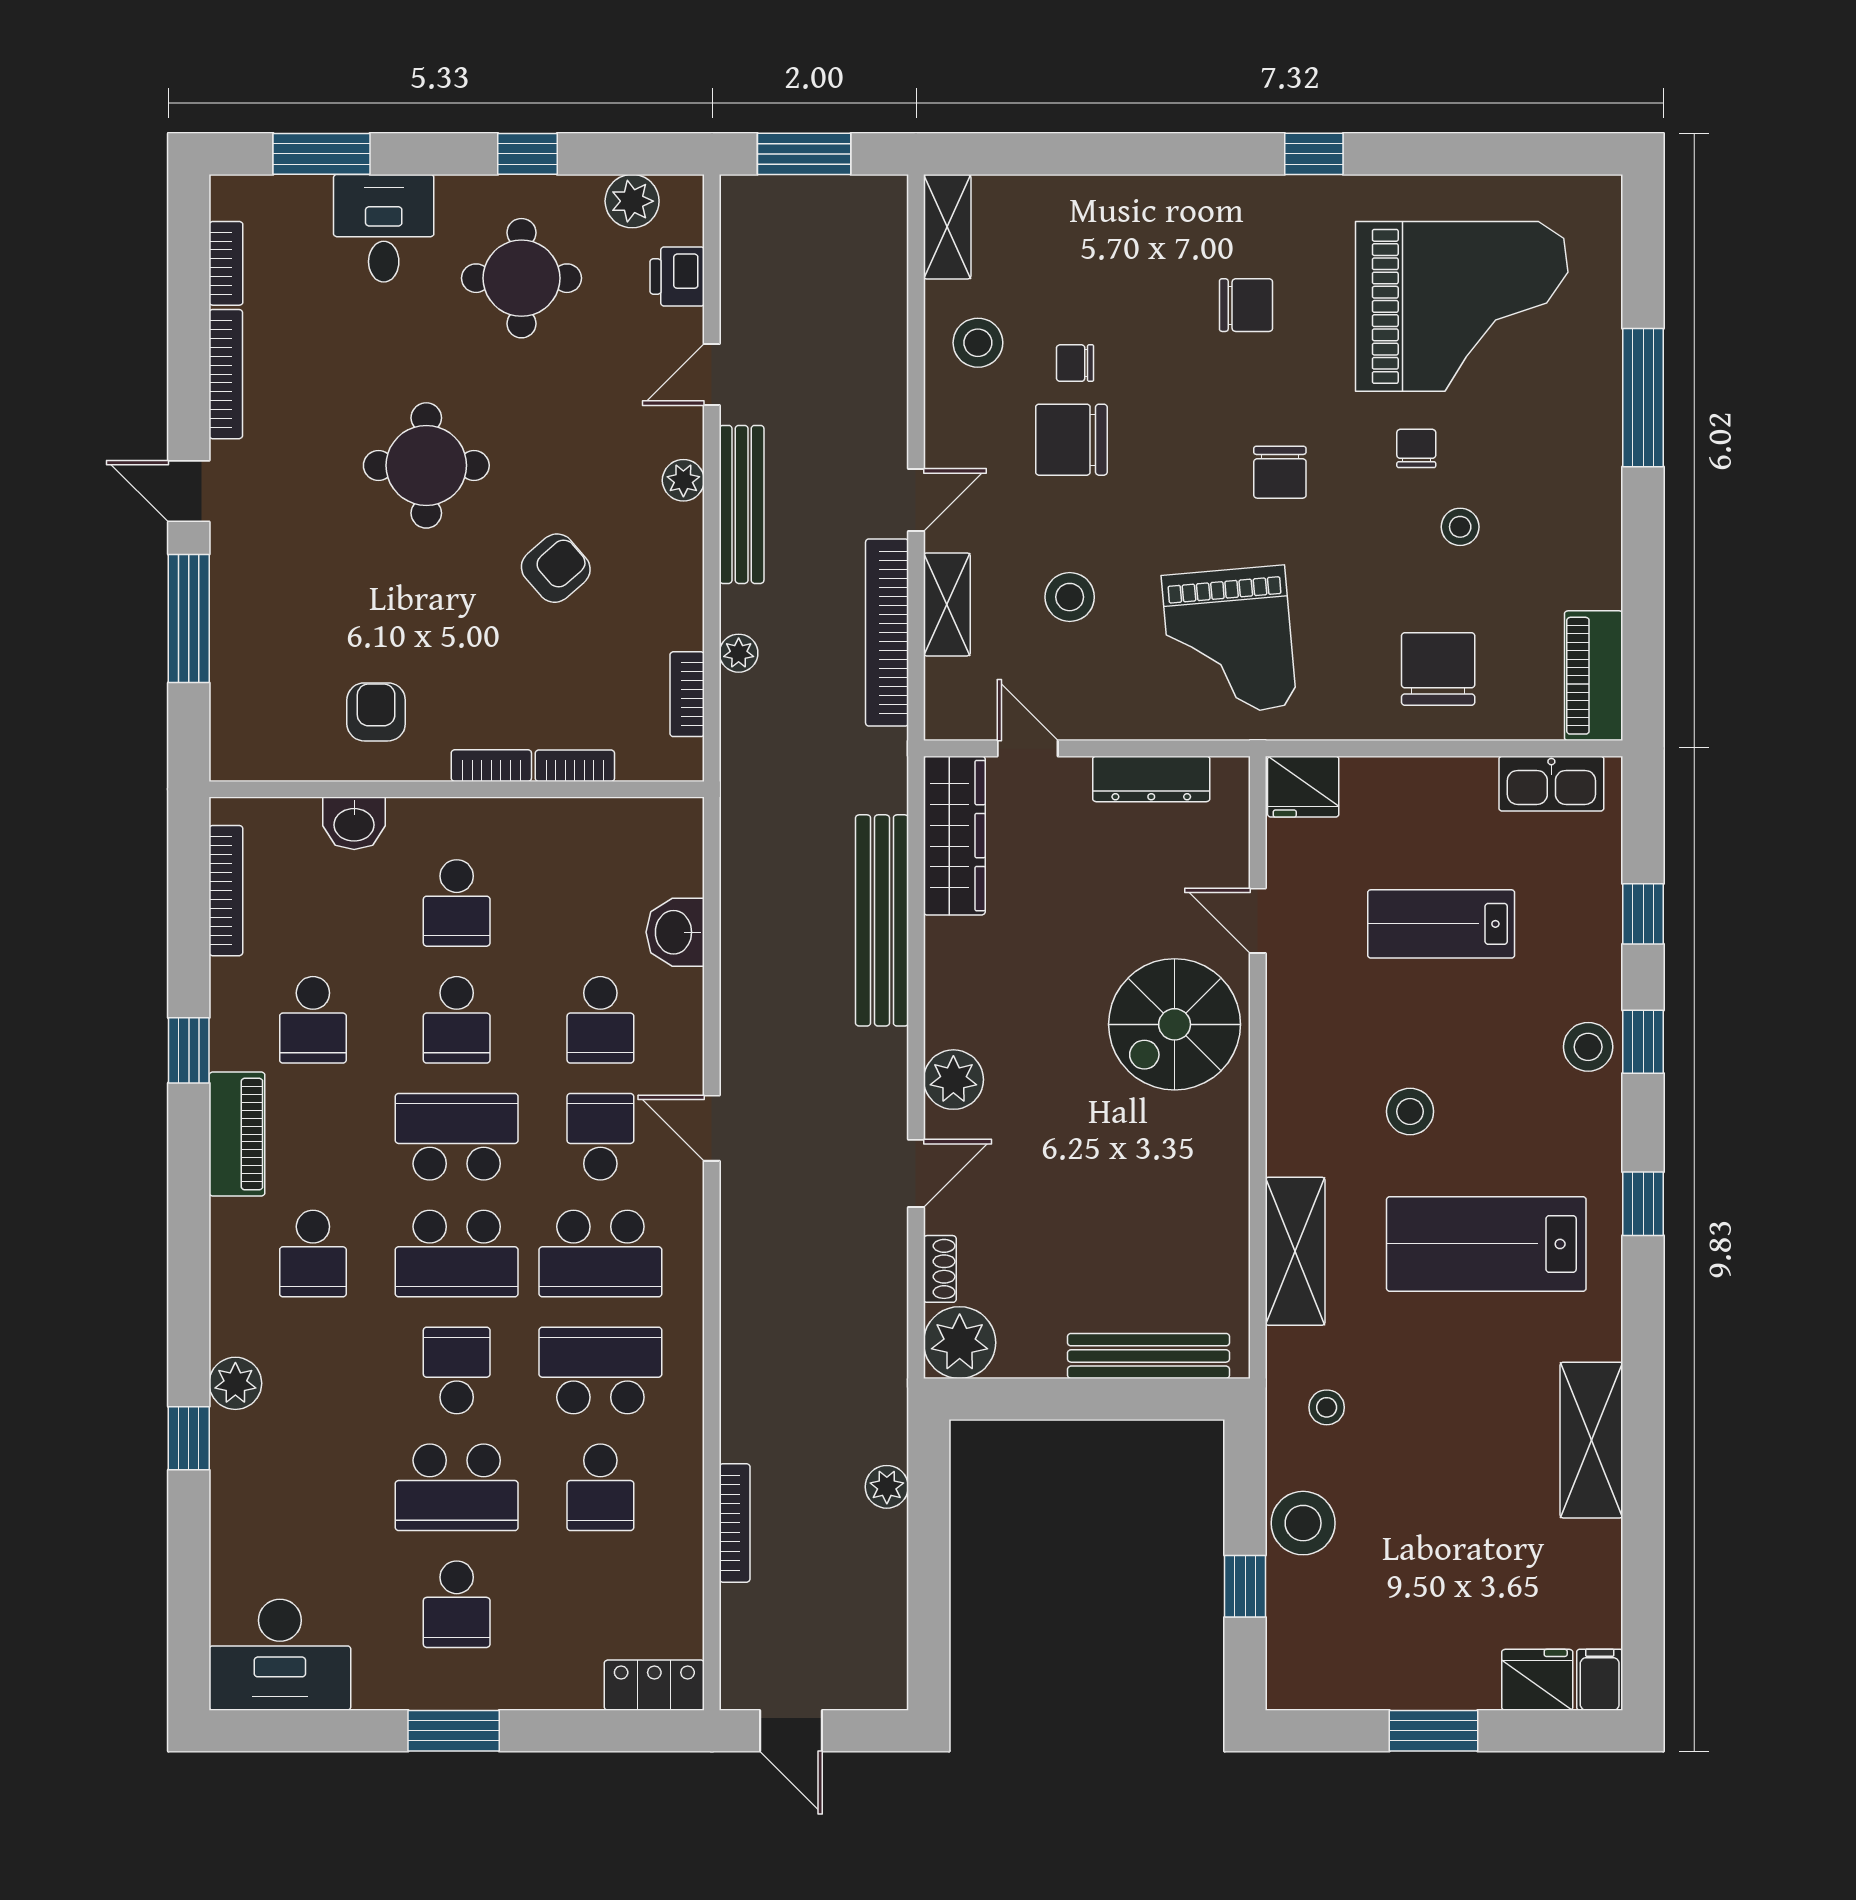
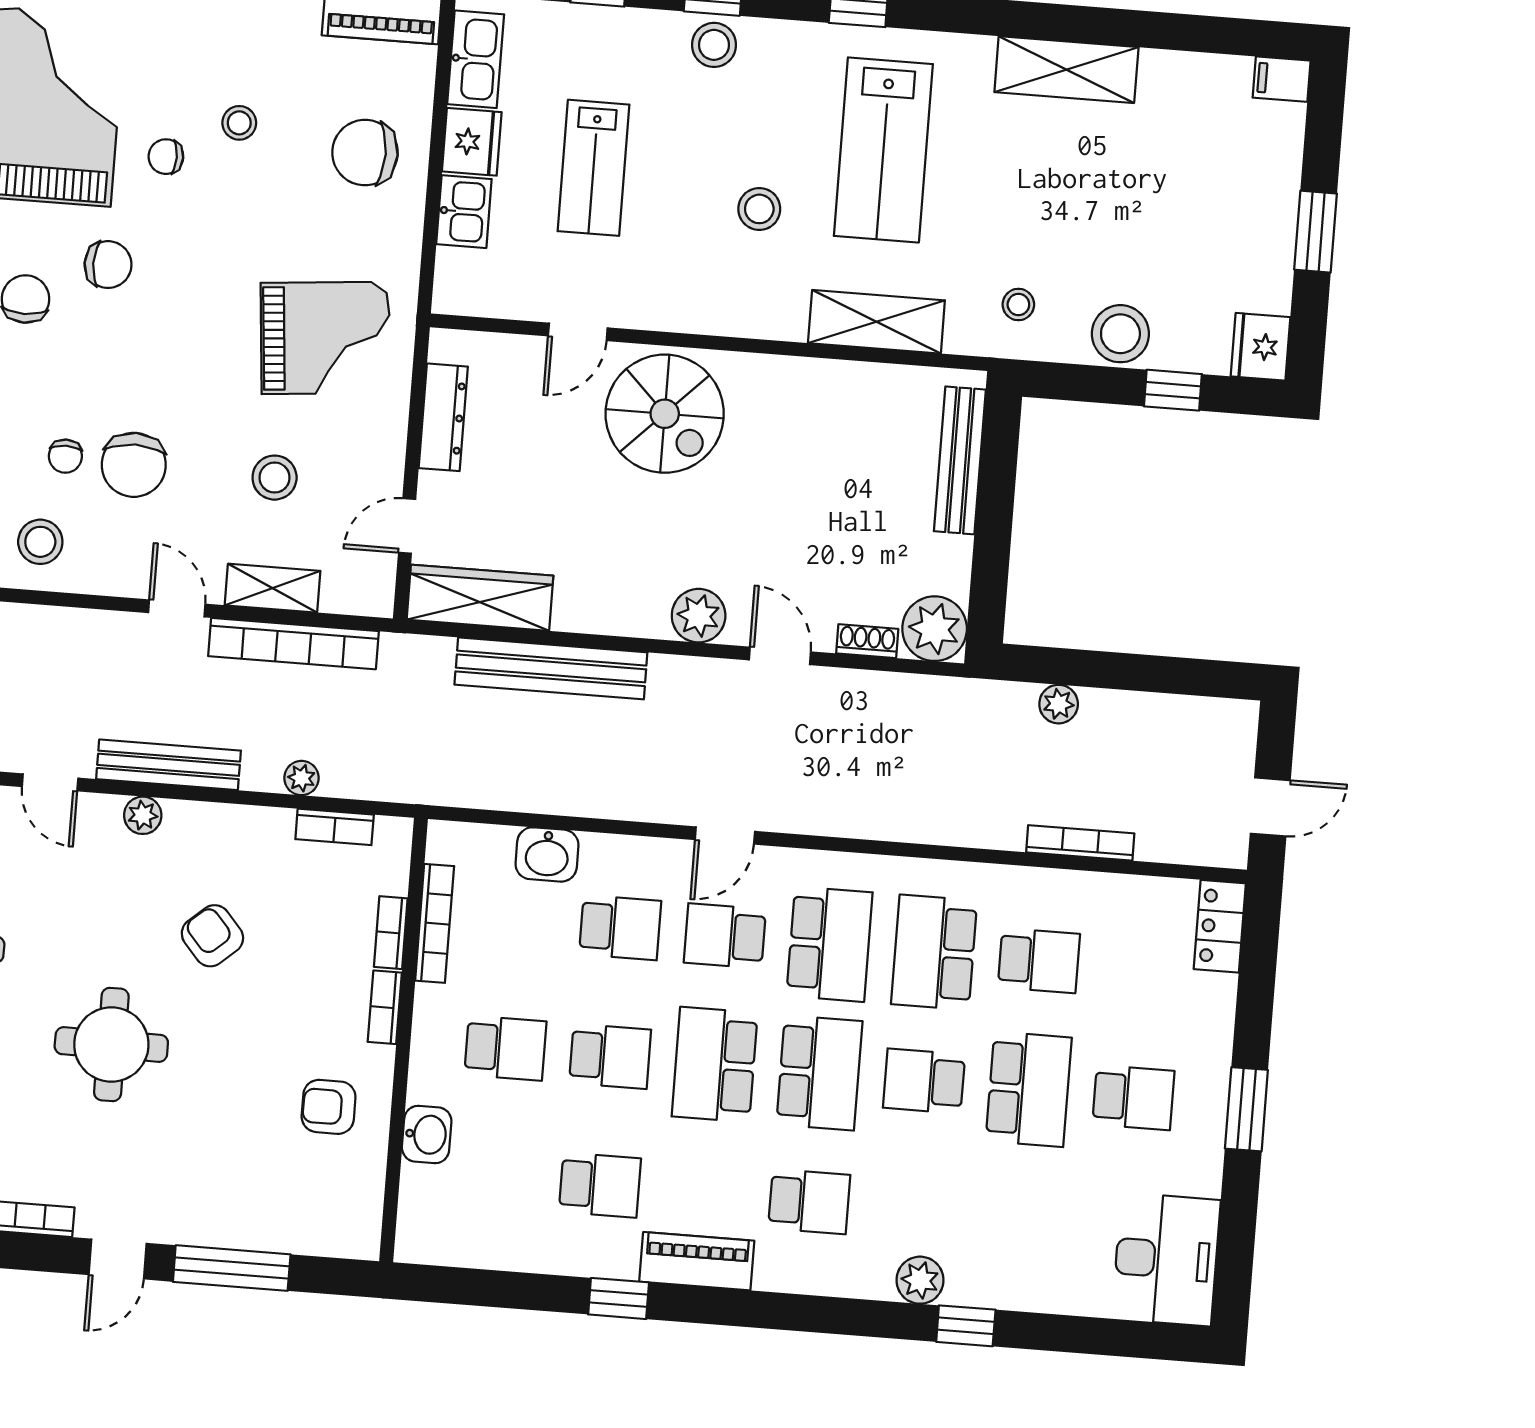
chair: (1280, 472) -> (108, 265), moved
kitchen sink: (1381, 784) -> (464, 212), added
fridge: (1303, 787) -> (472, 142), moved
bookcase: (226, 891) -> (435, 923), moved, turned 90
fridge: (1537, 1680) -> (1261, 347), moved

